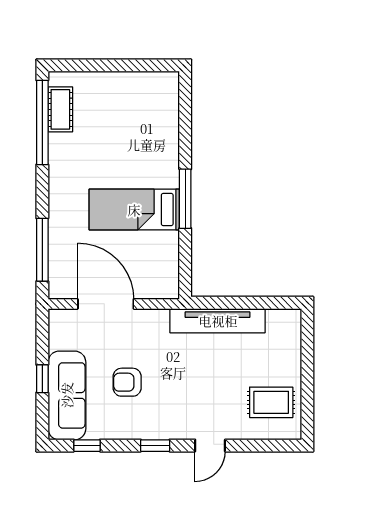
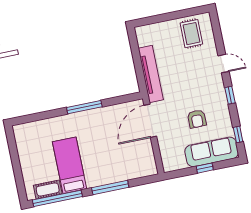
bed: (134, 210) -> (70, 165), moved, turned 180
window: (42, 250) -> (110, 187), moved
door: (106, 304) -> (150, 121), moved

